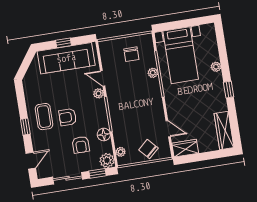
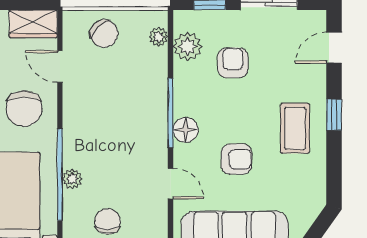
plant: (99, 93) -> (183, 156), removed
chair: (183, 105) -> (24, 109), added
armchair: (68, 117) -> (236, 159), moved
floor lamp: (104, 135) -> (186, 130), moved
plant: (107, 160) -> (187, 46), moved

